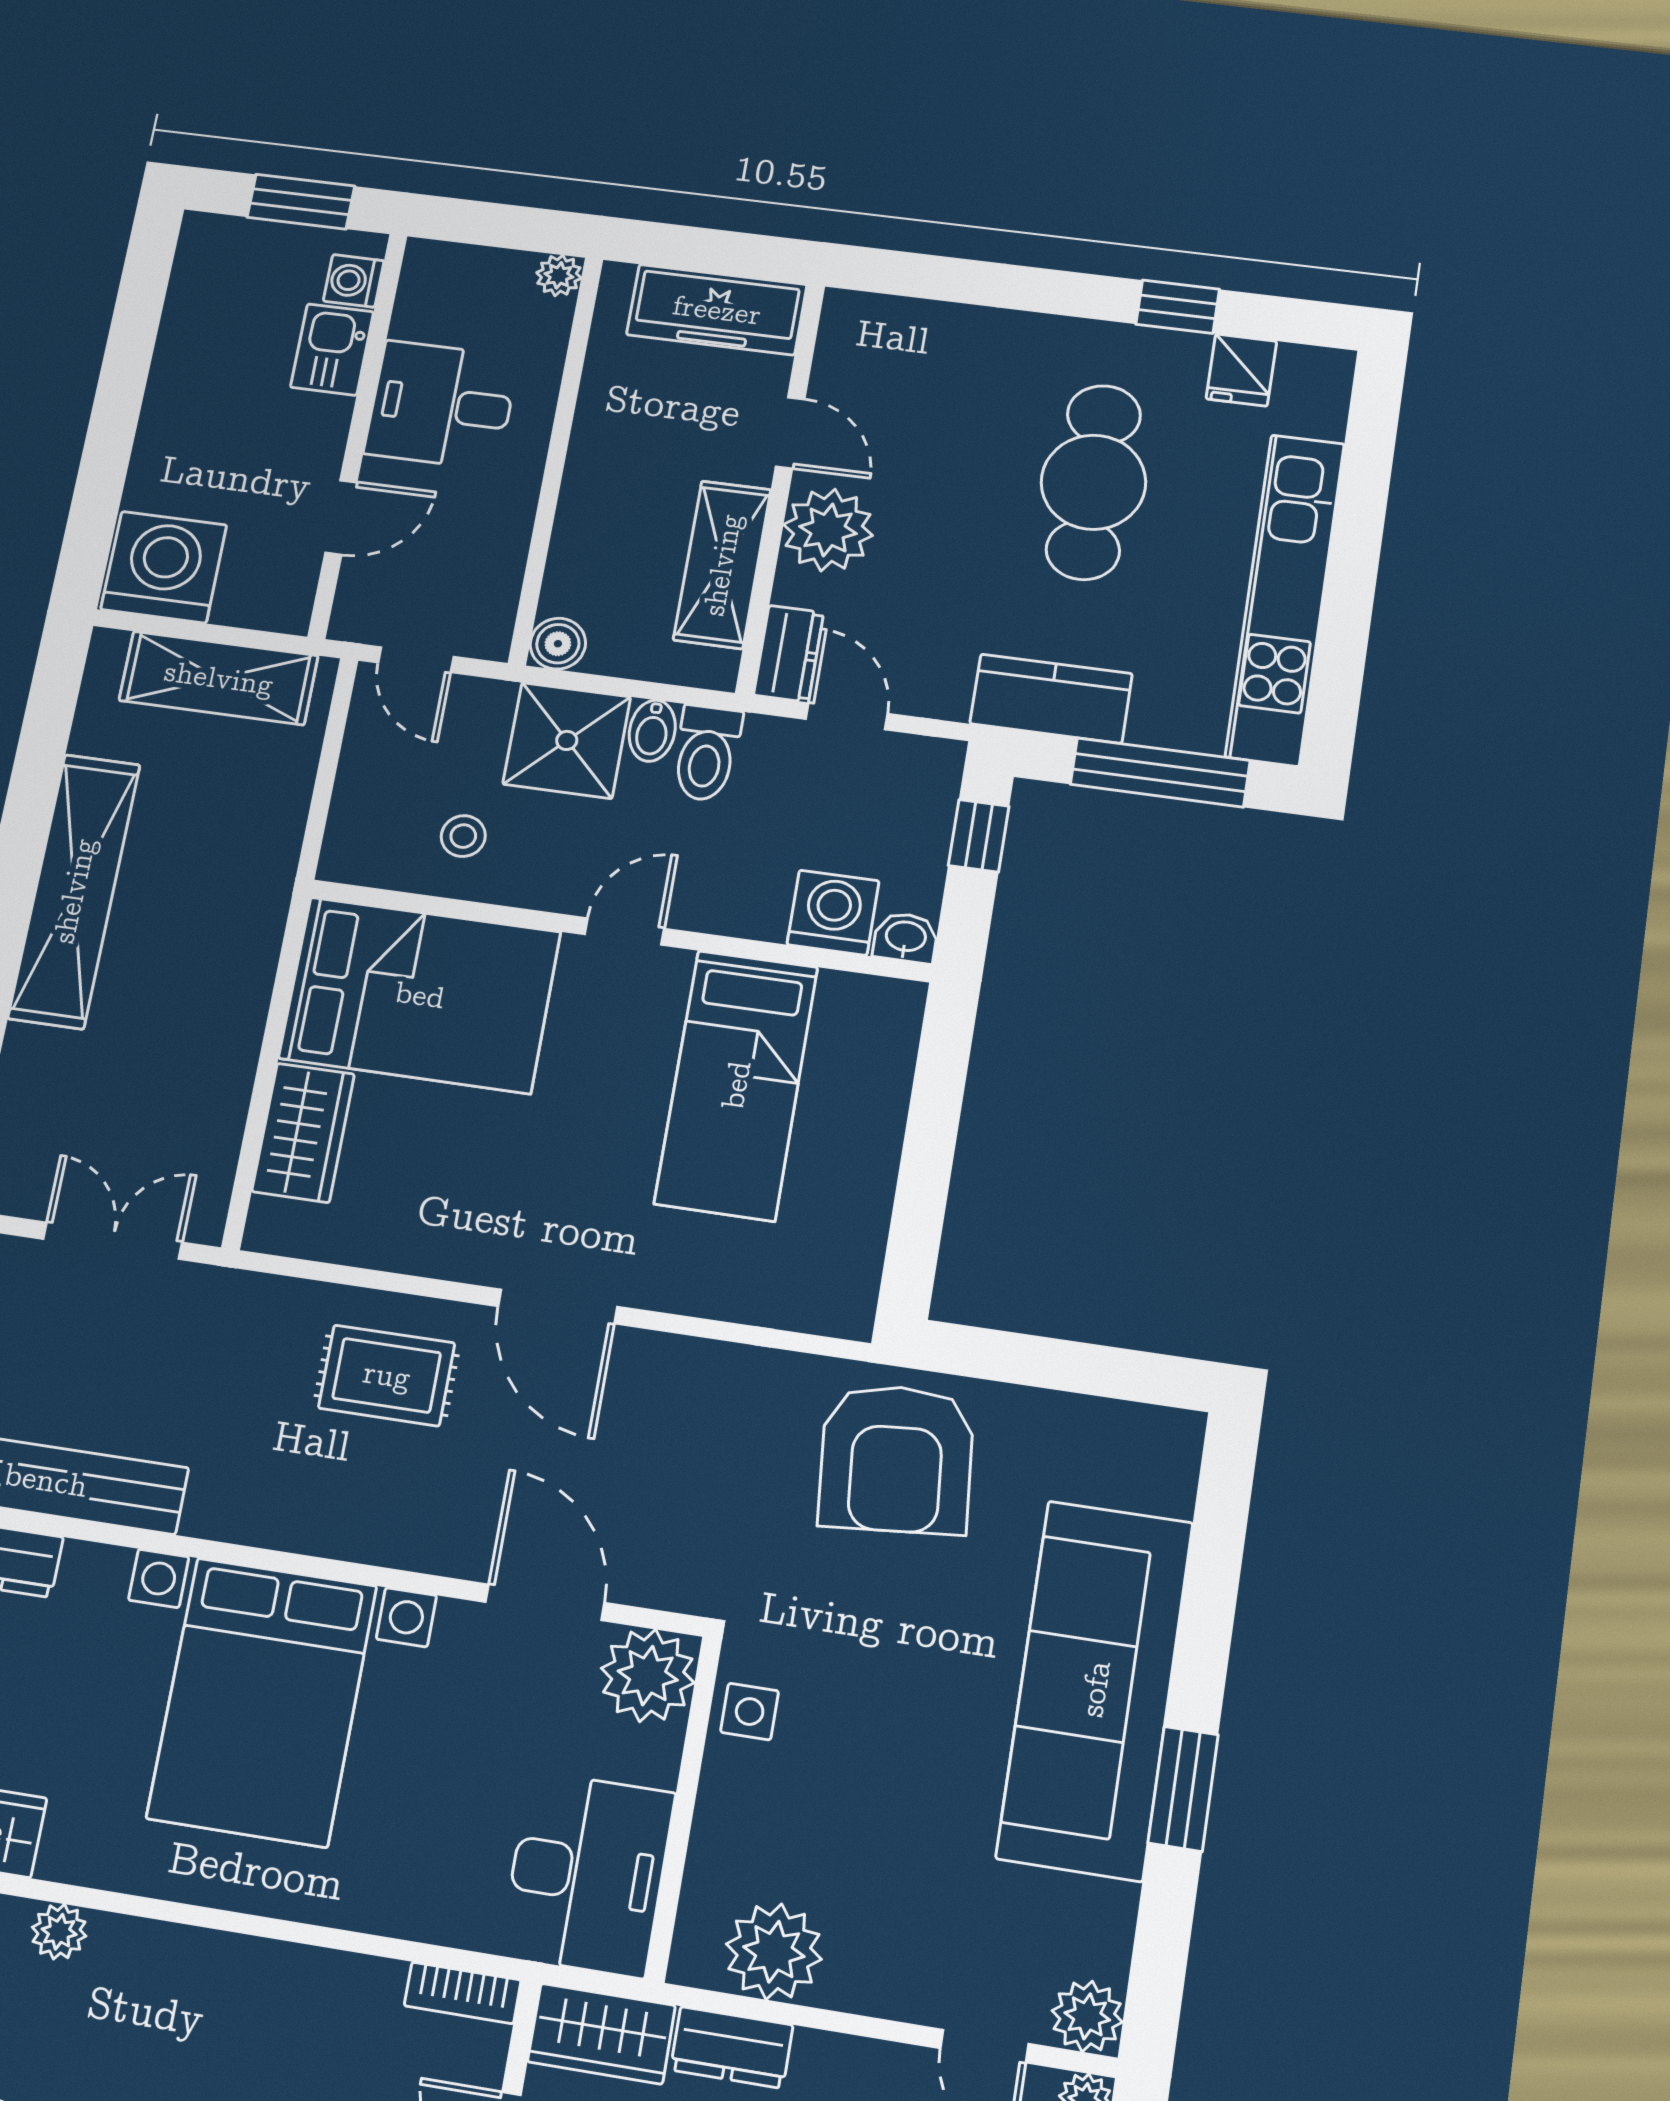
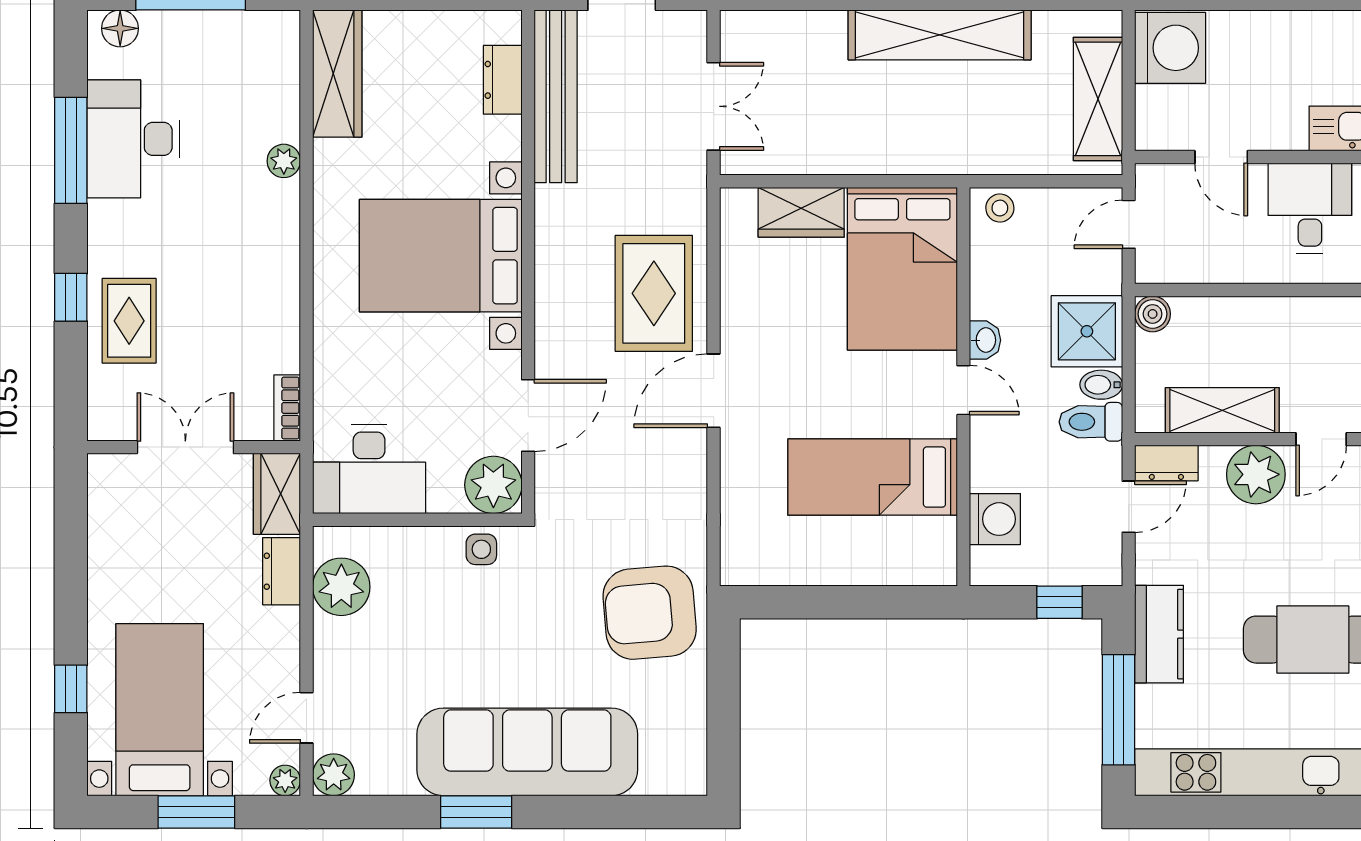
stool: (463, 836) -> (1000, 208), moved
washbasin: (906, 938) -> (985, 340), moved
rug: (387, 1375) -> (654, 293), width x1.36, depth x1.43

